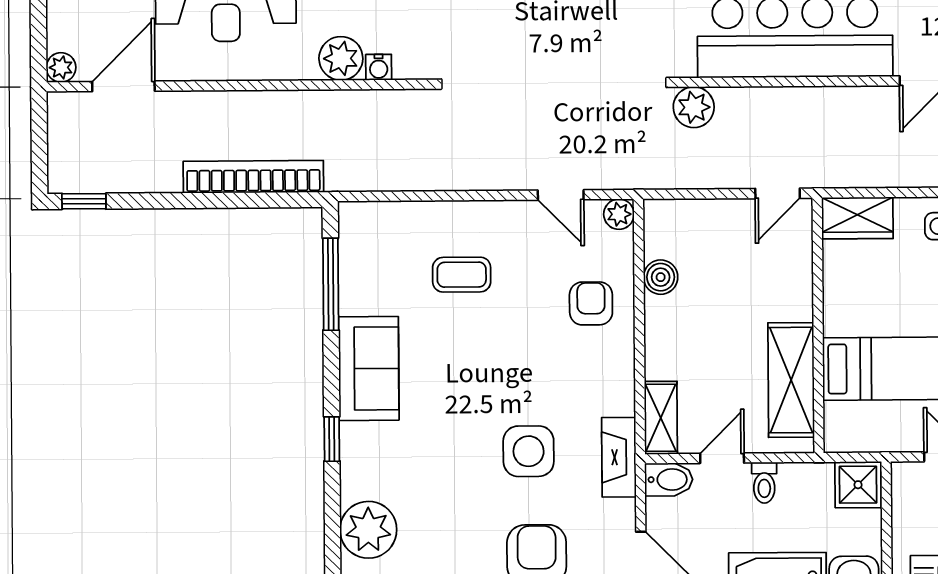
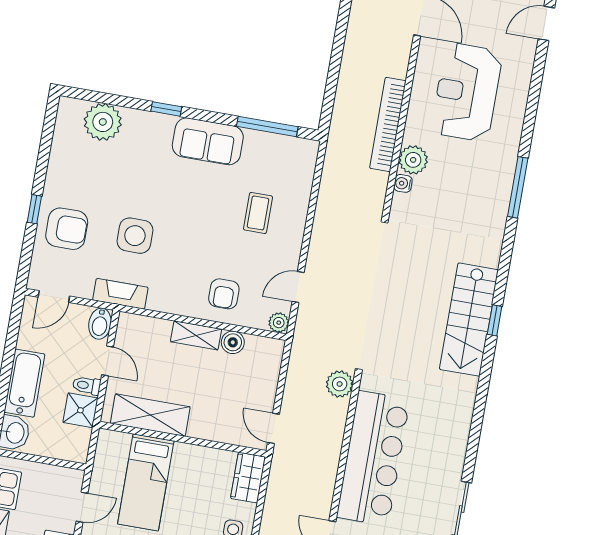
bookcase: (253, 177) -> (388, 125), moved, turned 180
armchair: (591, 303) -> (224, 294), turned 90
shelving: (661, 418) -> (196, 335), moved
shower: (858, 485) -> (80, 410), moved

